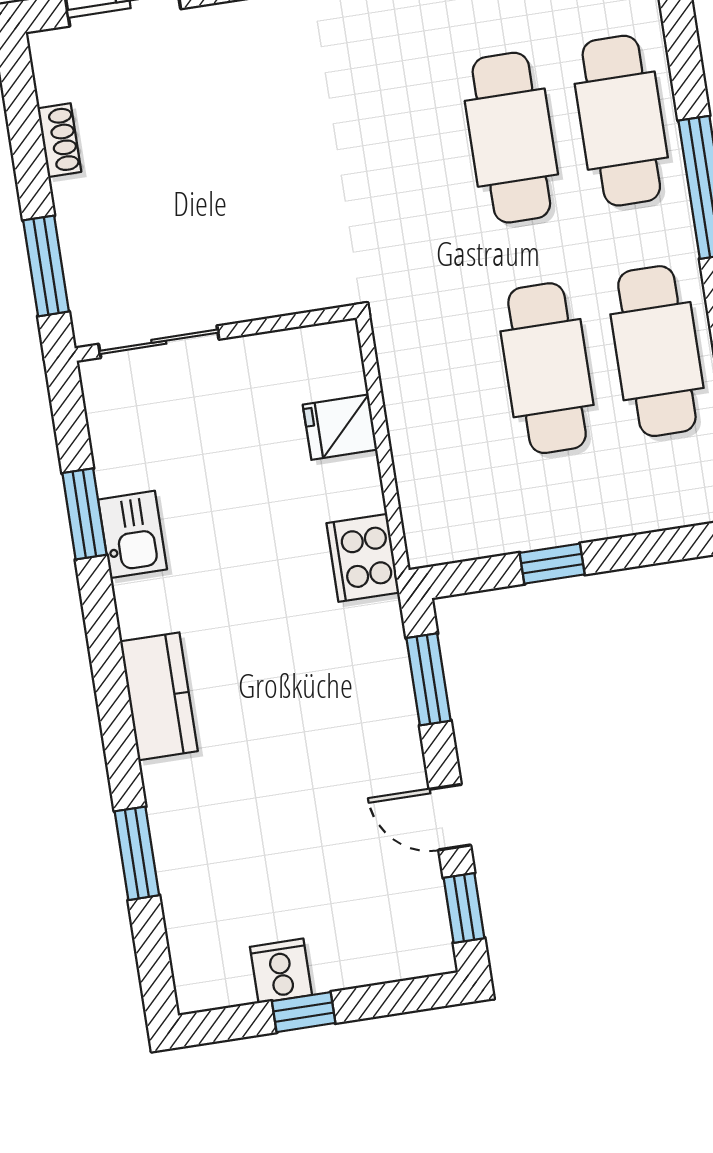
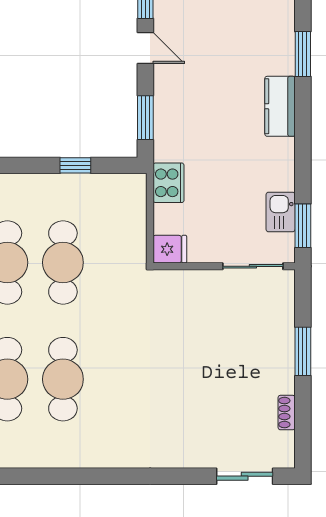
wall: (216, 333) -> (224, 266), moved
sliding door: (159, 342) -> (253, 266), moved
kitchen counter: (159, 696) -> (280, 106), moved

